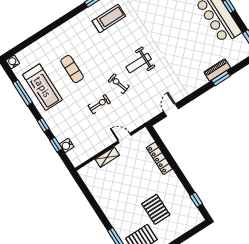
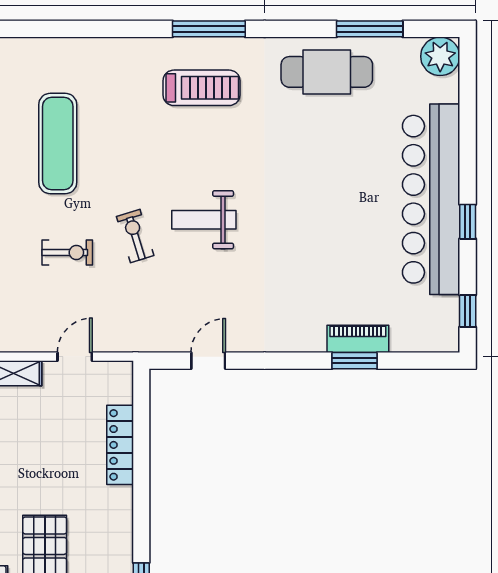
exercise mat: (72, 69) -> (58, 143), width x1.36, depth x1.45
door: (125, 138) -> (75, 357), hinge flipped

